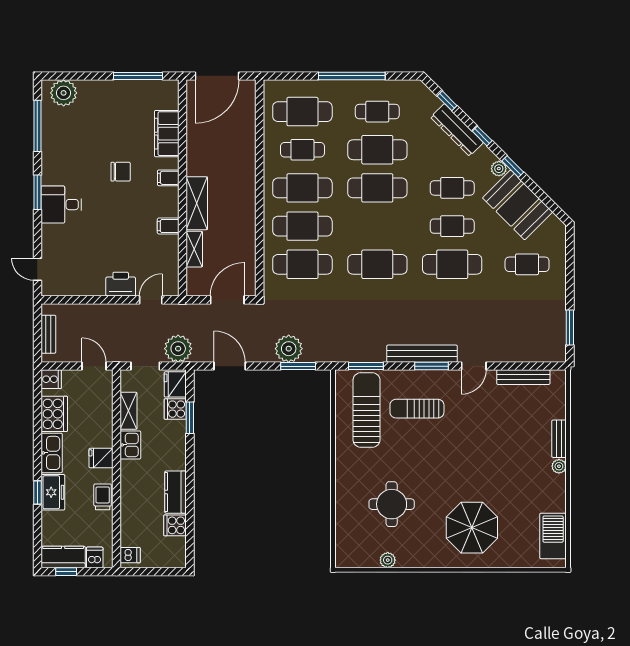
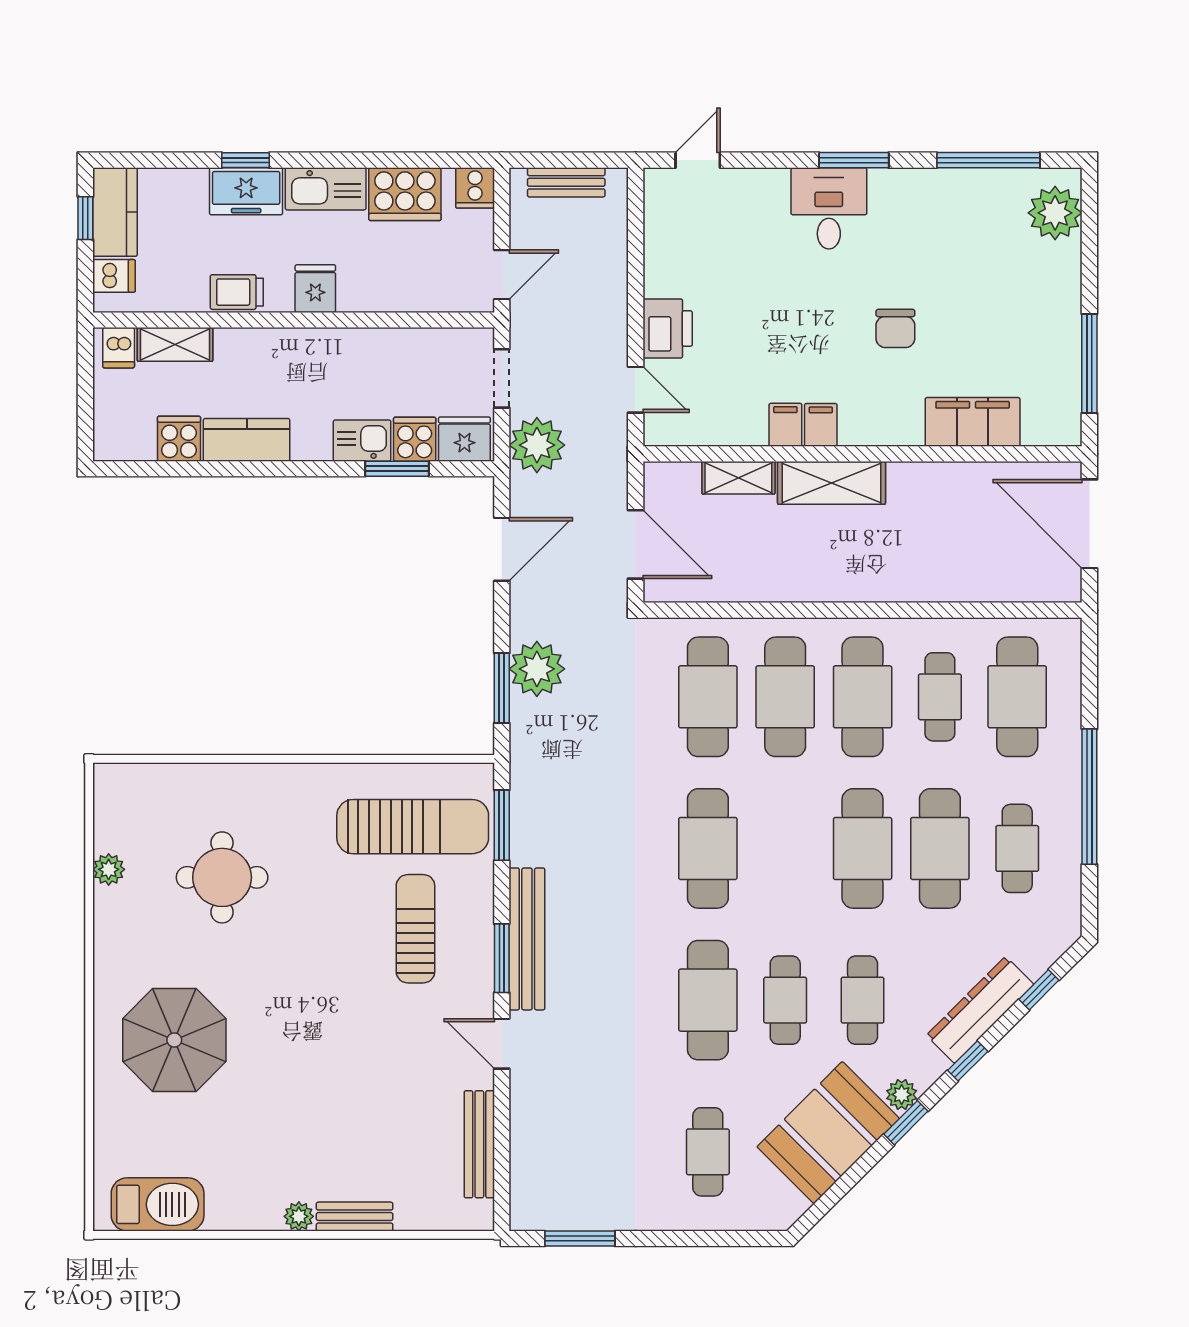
filing cabinet: (168, 178) -> (821, 425), moved
shelving: (128, 411) -> (175, 344), moved
kitchen sink: (130, 445) -> (362, 441), moved, turned 180
trolley: (103, 497) -> (237, 292), turned 180

